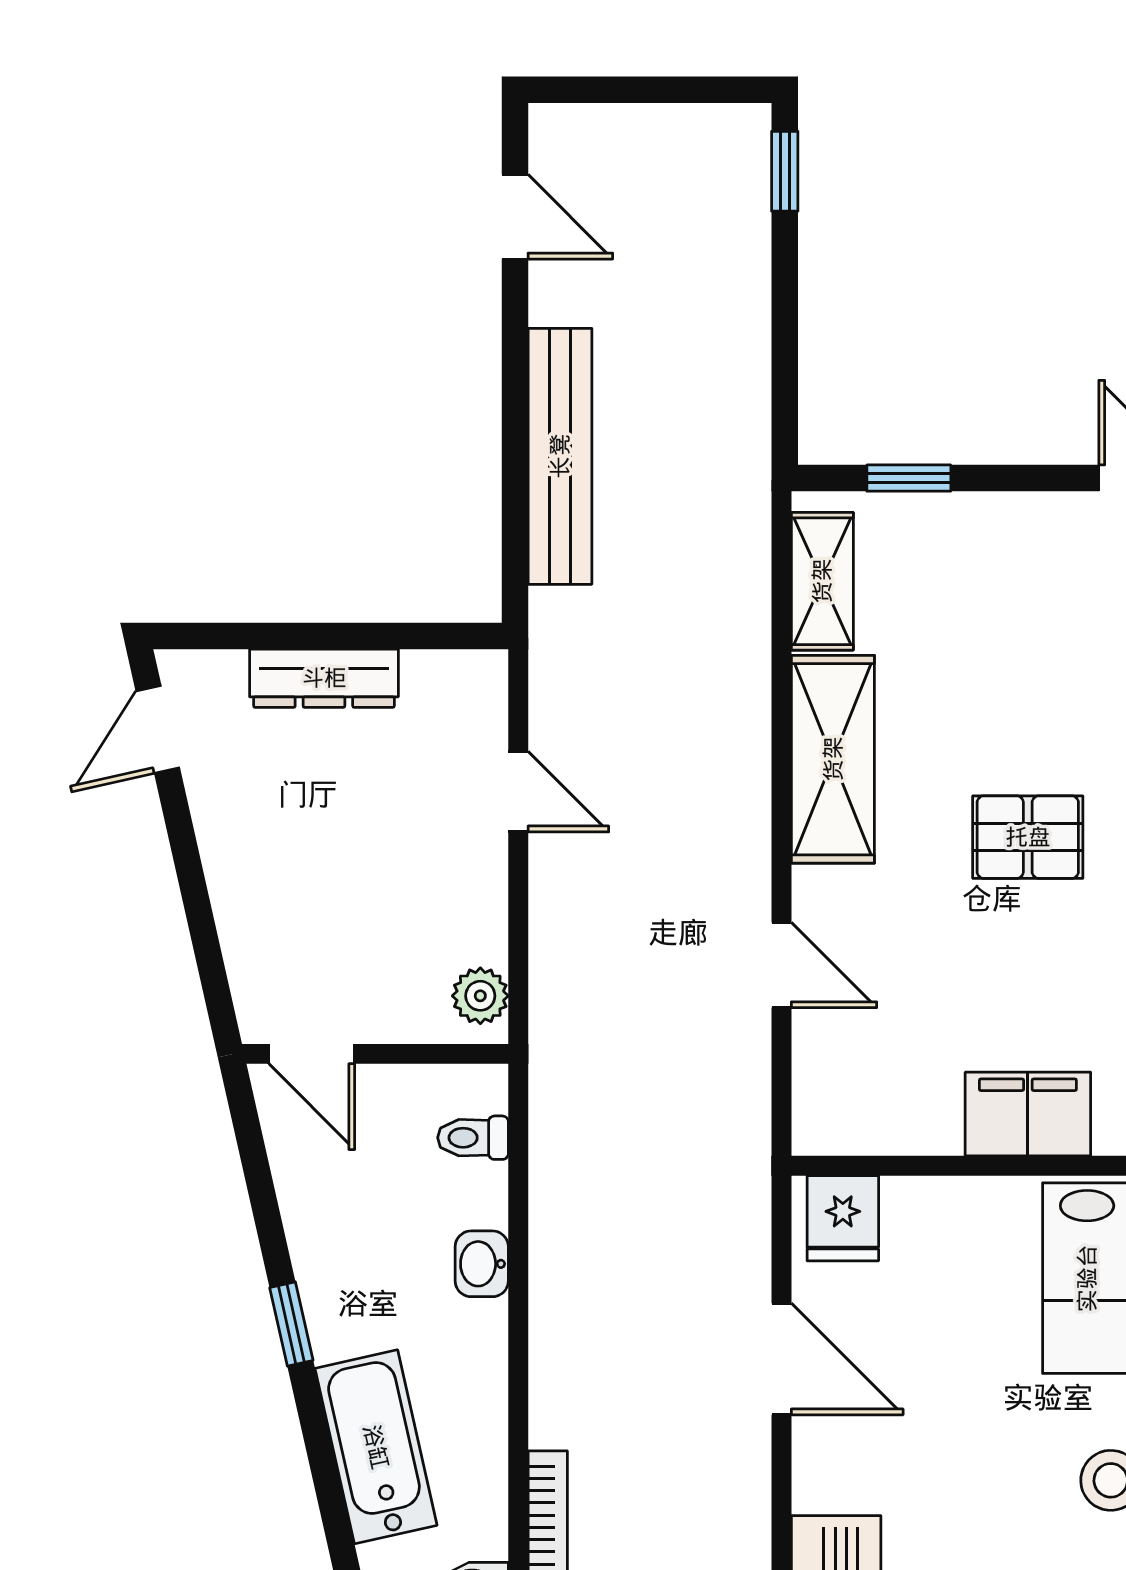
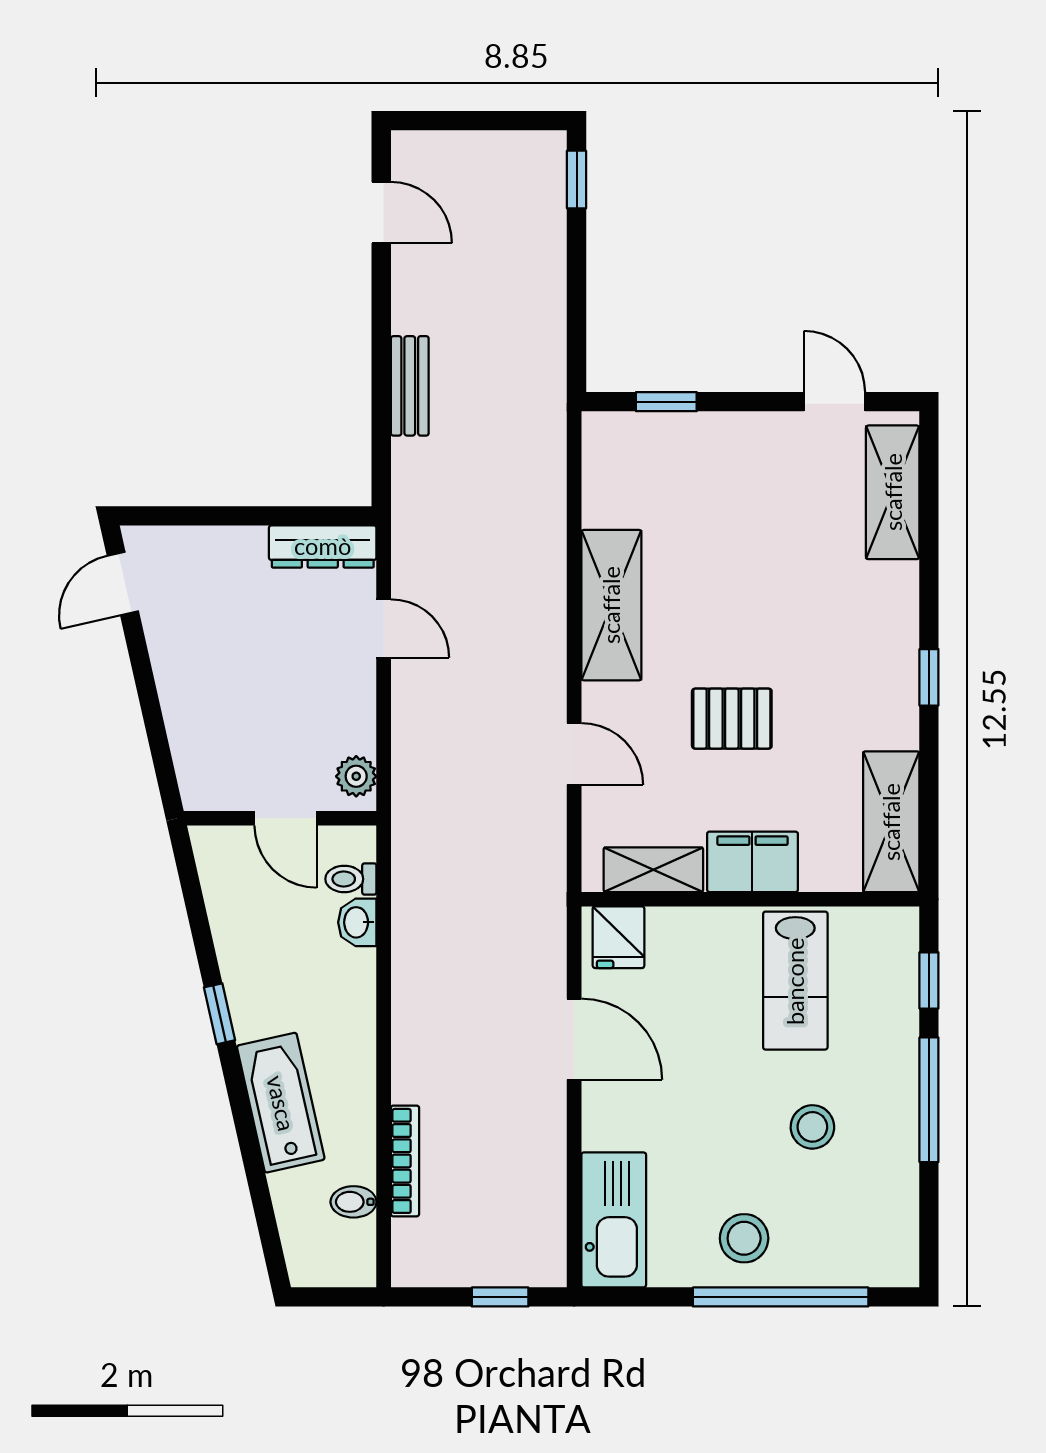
bench: (560, 456) -> (410, 386), width x0.54, depth x0.82
shelving: (822, 581) -> (653, 870), moved, turned 90
dresser: (324, 678) -> (323, 546), moved
pallet: (1028, 837) -> (732, 719), moved
door: (312, 1054) -> (286, 818), moved
washbasin: (482, 1264) -> (357, 922), moved

